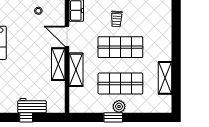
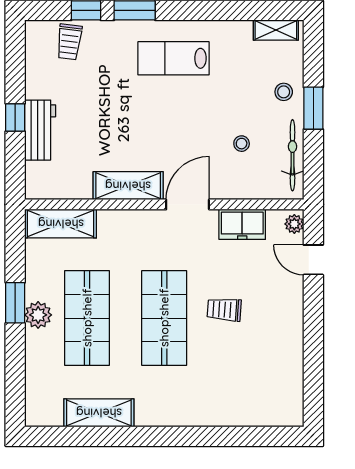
shelving: (76, 70) -> (61, 224), moved

